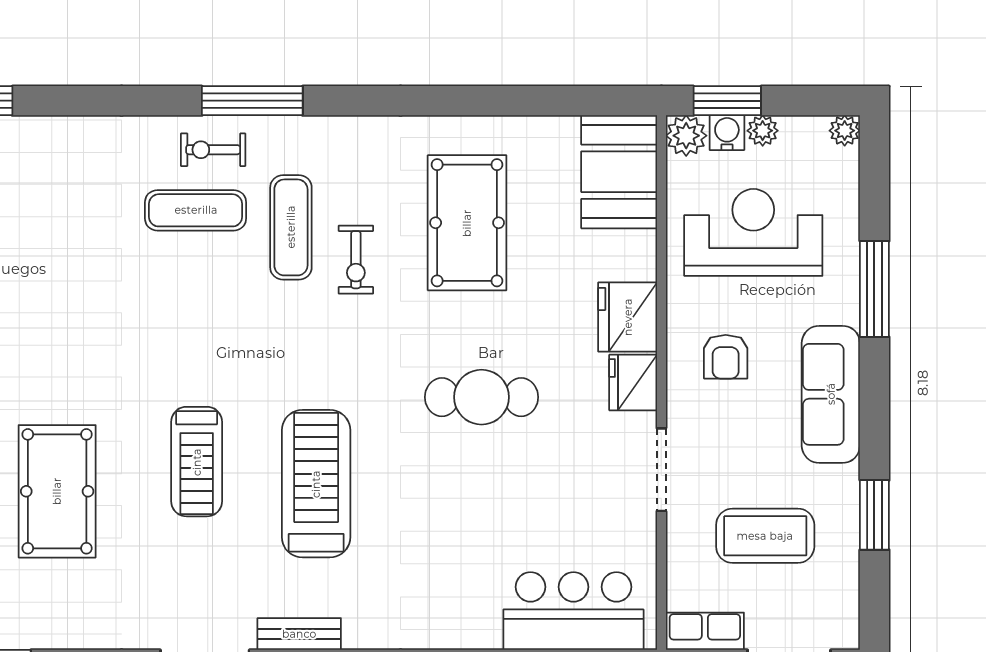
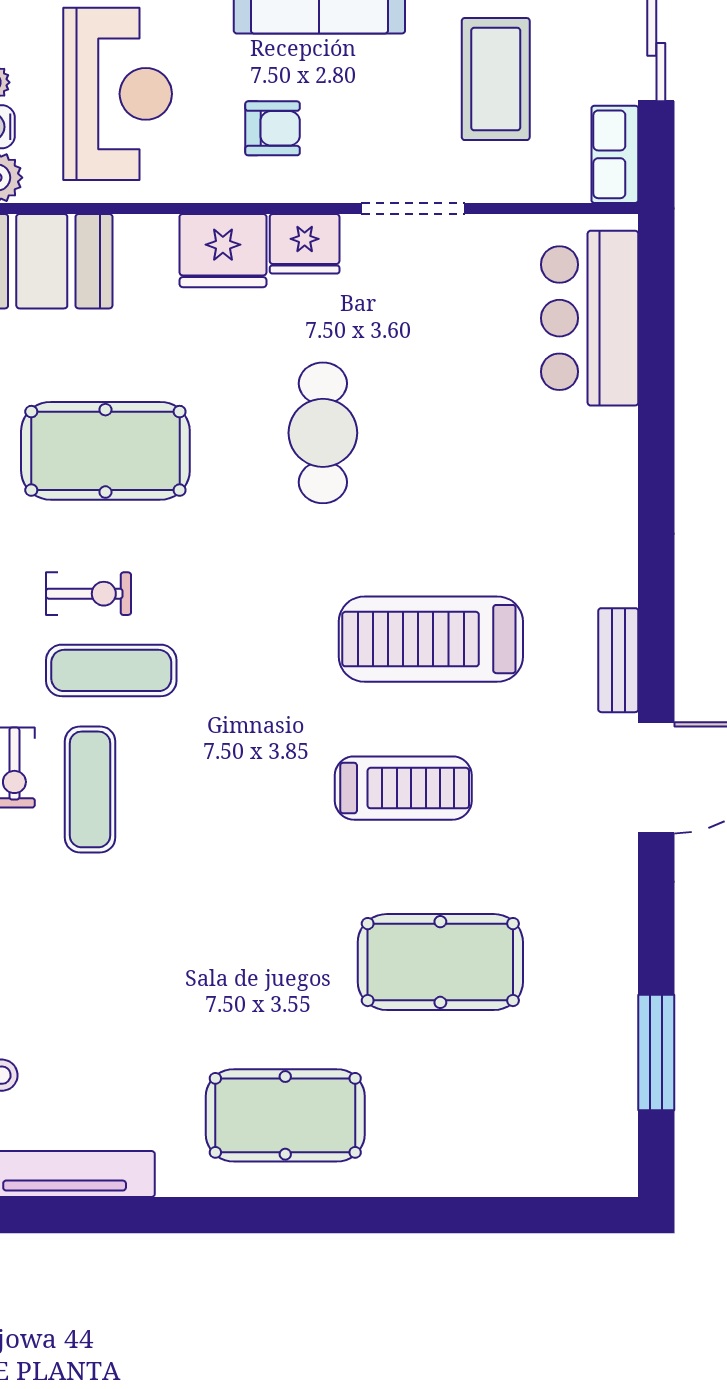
reception desk: (753, 232) -> (118, 94), turned 180
exercise bike: (356, 260) -> (88, 594), moved

